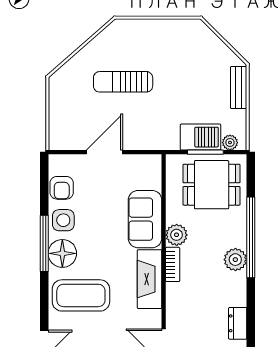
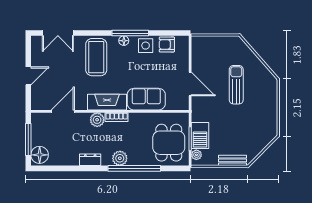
door: (104, 152) -> (190, 84), moved
plant: (177, 235) -> (97, 120), moved
floor lamp: (62, 253) -> (124, 41), width x0.53, depth x0.53
dresser: (238, 323) -> (90, 160), moved

